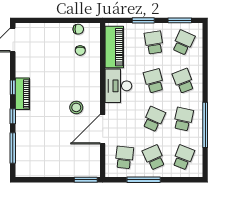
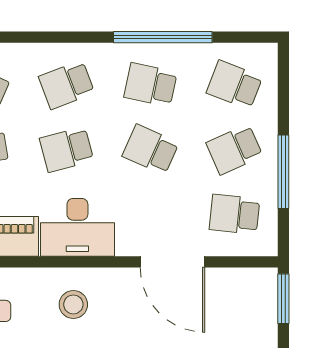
stool: (76, 107) -> (73, 304), moved

